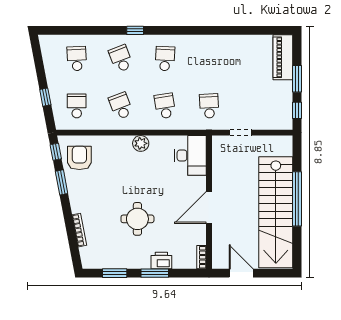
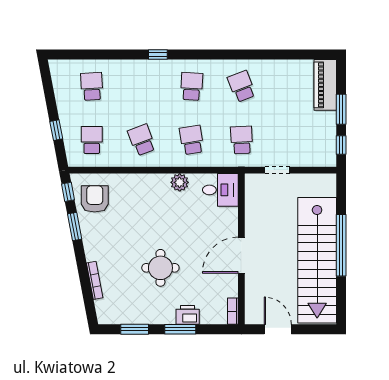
school desk: (121, 59) -> (242, 86), moved
plant: (141, 143) -> (180, 182), moved
desk: (190, 155) -> (220, 190), width x0.73

